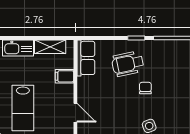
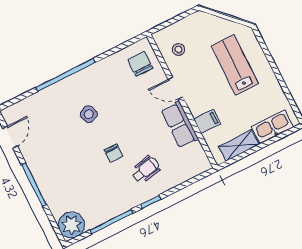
row of seats: (86, 58) -> (180, 125), moved
wheelchair: (128, 64) -> (146, 170), width x0.73, depth x0.73

